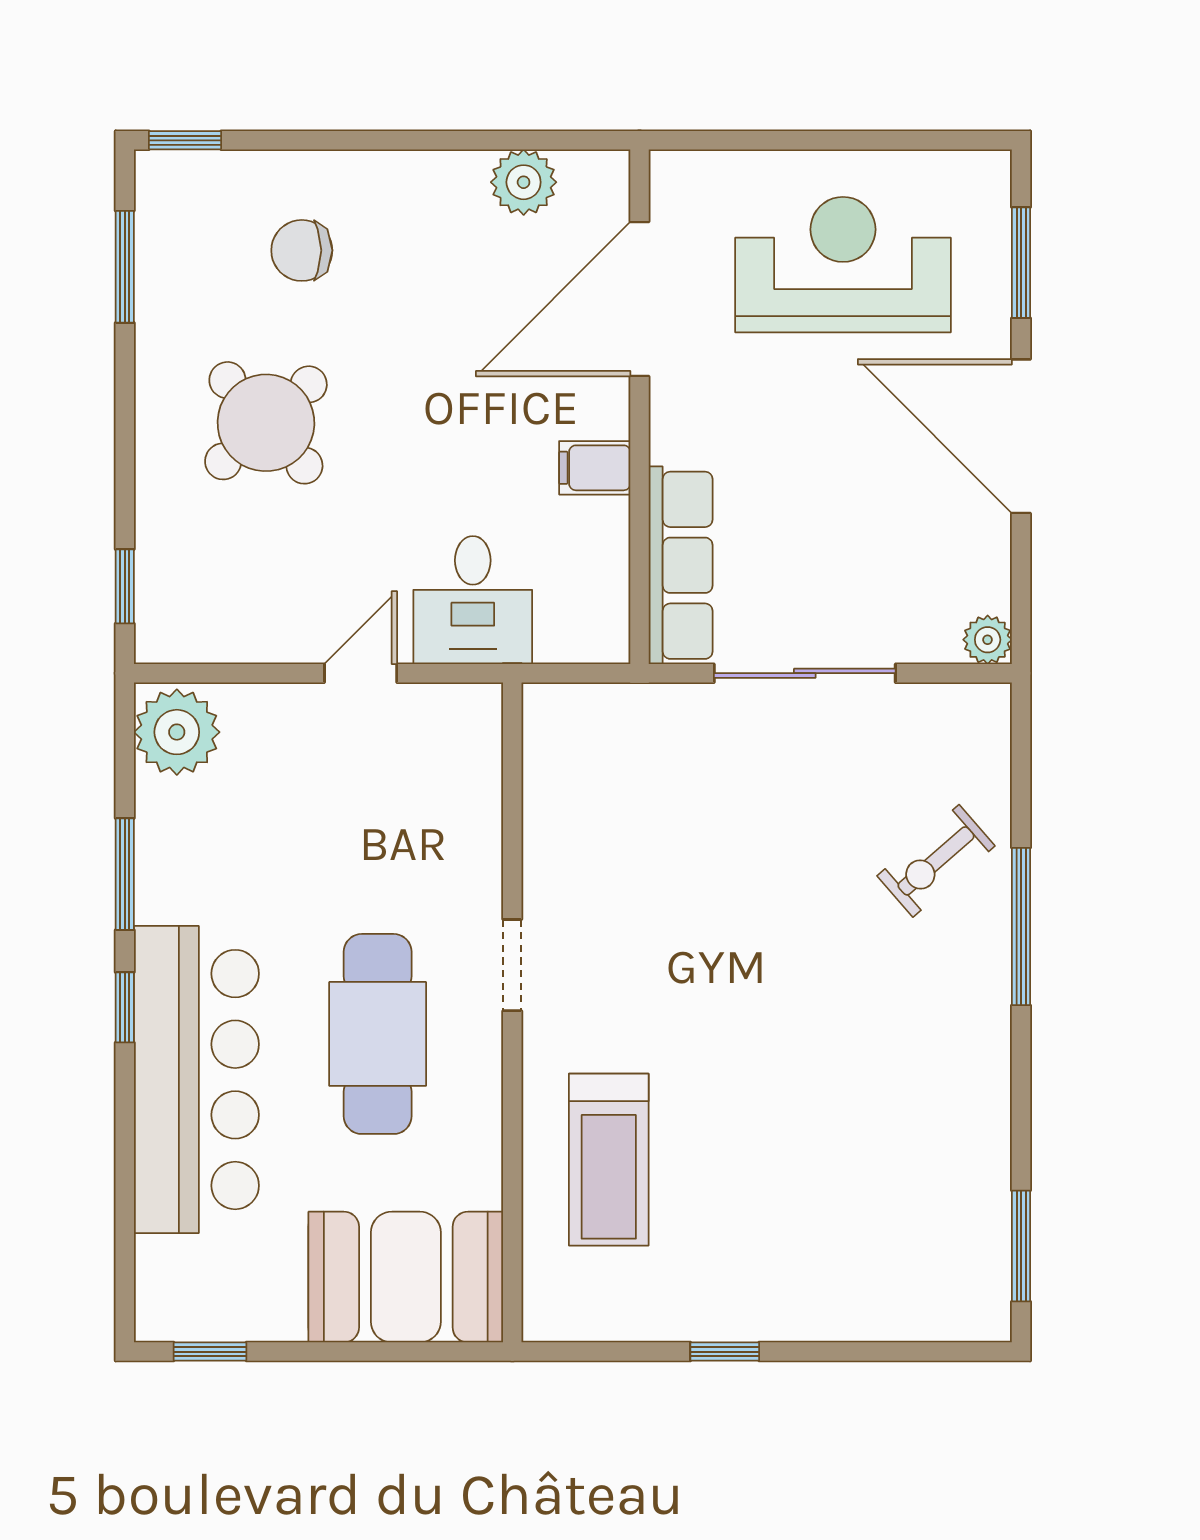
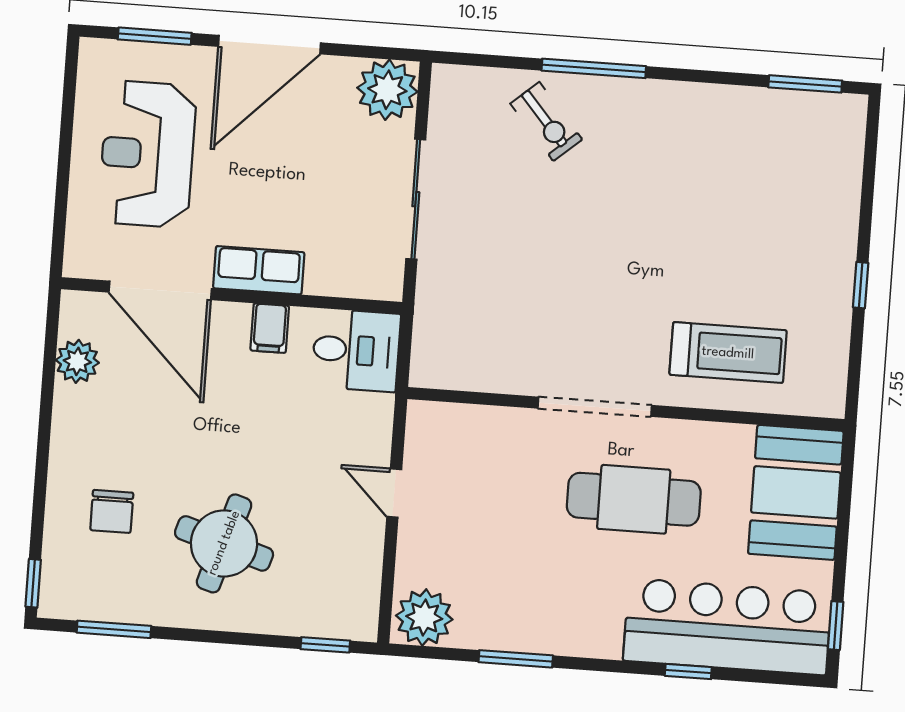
round table: (266, 423) -> (224, 543), turned -31
row of seats: (681, 565) -> (259, 270), moved, width x0.68
desk: (473, 600) -> (356, 350), moved
plant: (988, 640) -> (387, 90), width x1.88, depth x1.88
doorway: (512, 965) -> (595, 407), width x1.88
window: (125, 1007) -> (688, 671), moved
bar counter: (196, 1080) -> (727, 627), moved

